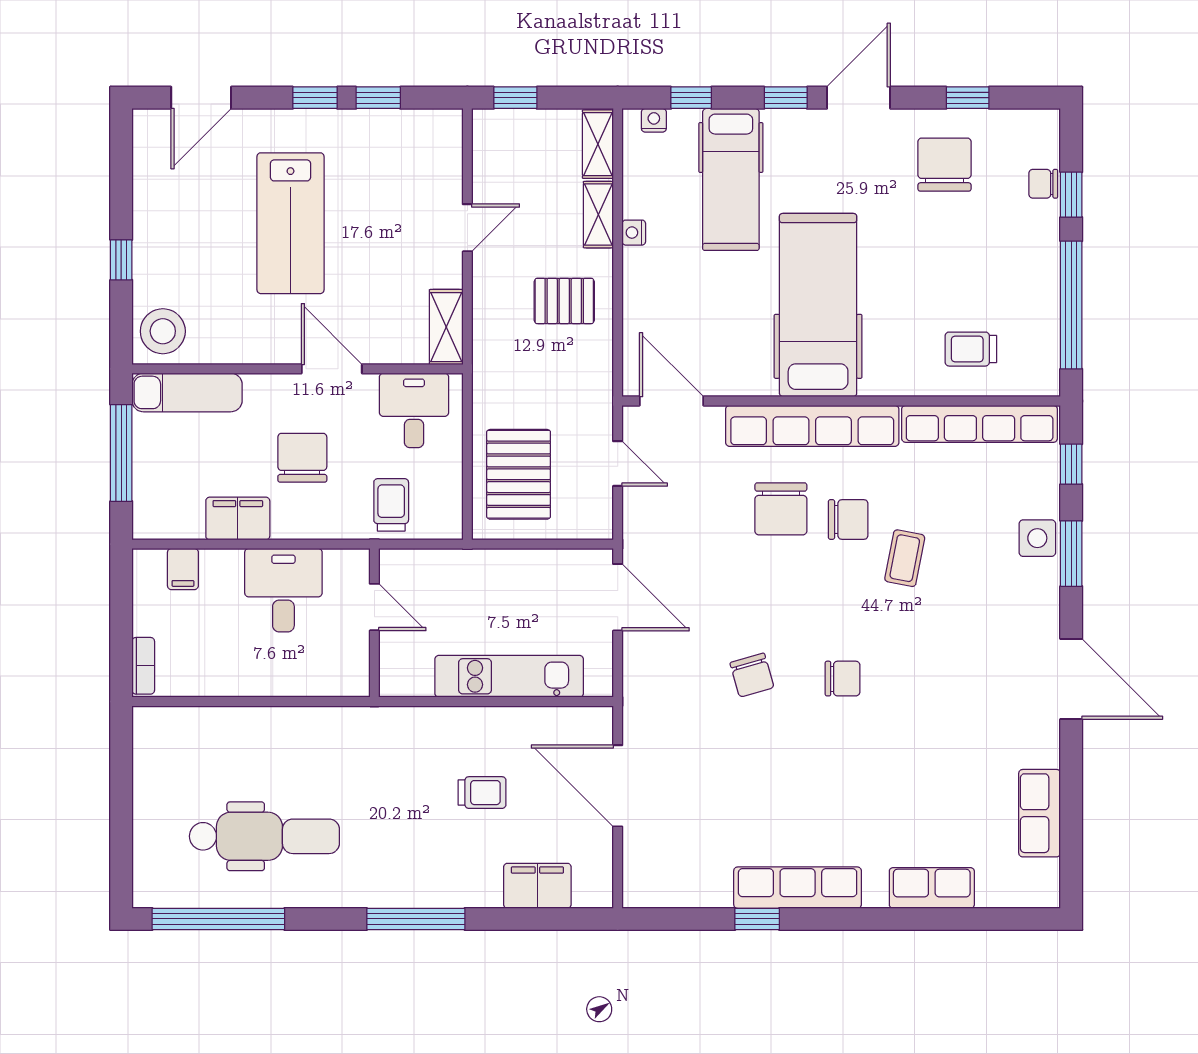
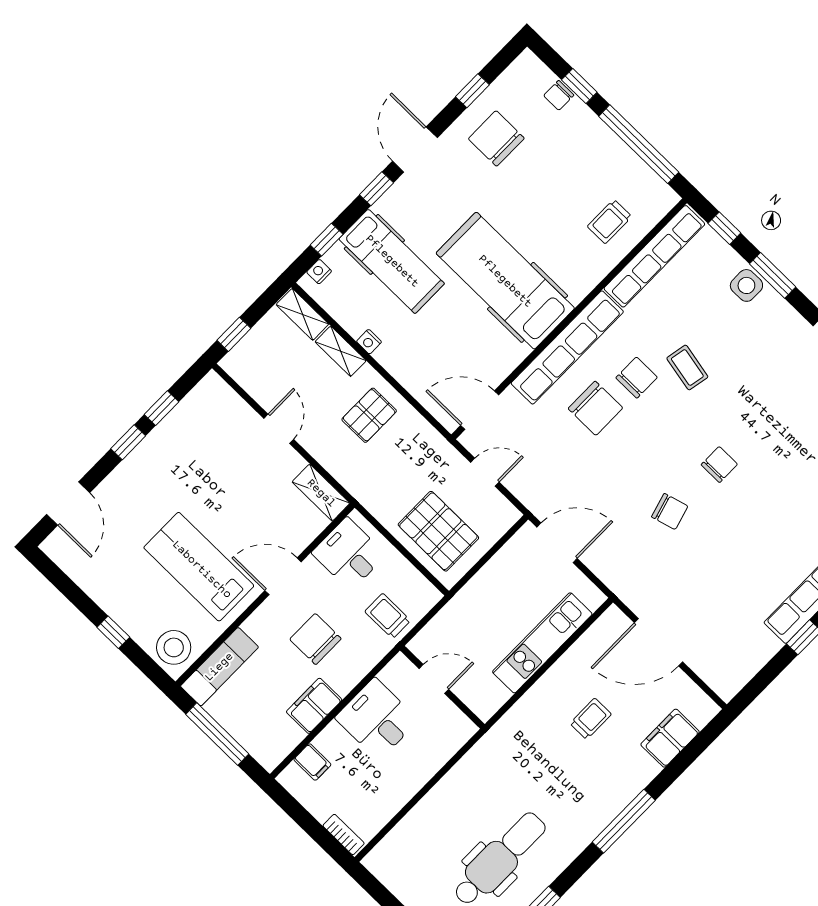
lab bench: (290, 223) -> (199, 567), moved, turned 180

